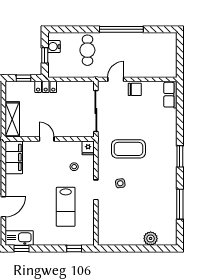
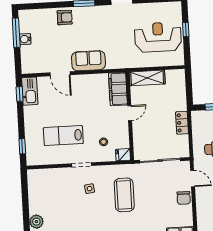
window: (24, 78) -> (189, 87), removed
locker: (46, 87) -> (182, 123), moved
filing cabinet: (14, 157) -> (118, 89), moved, turned 90

